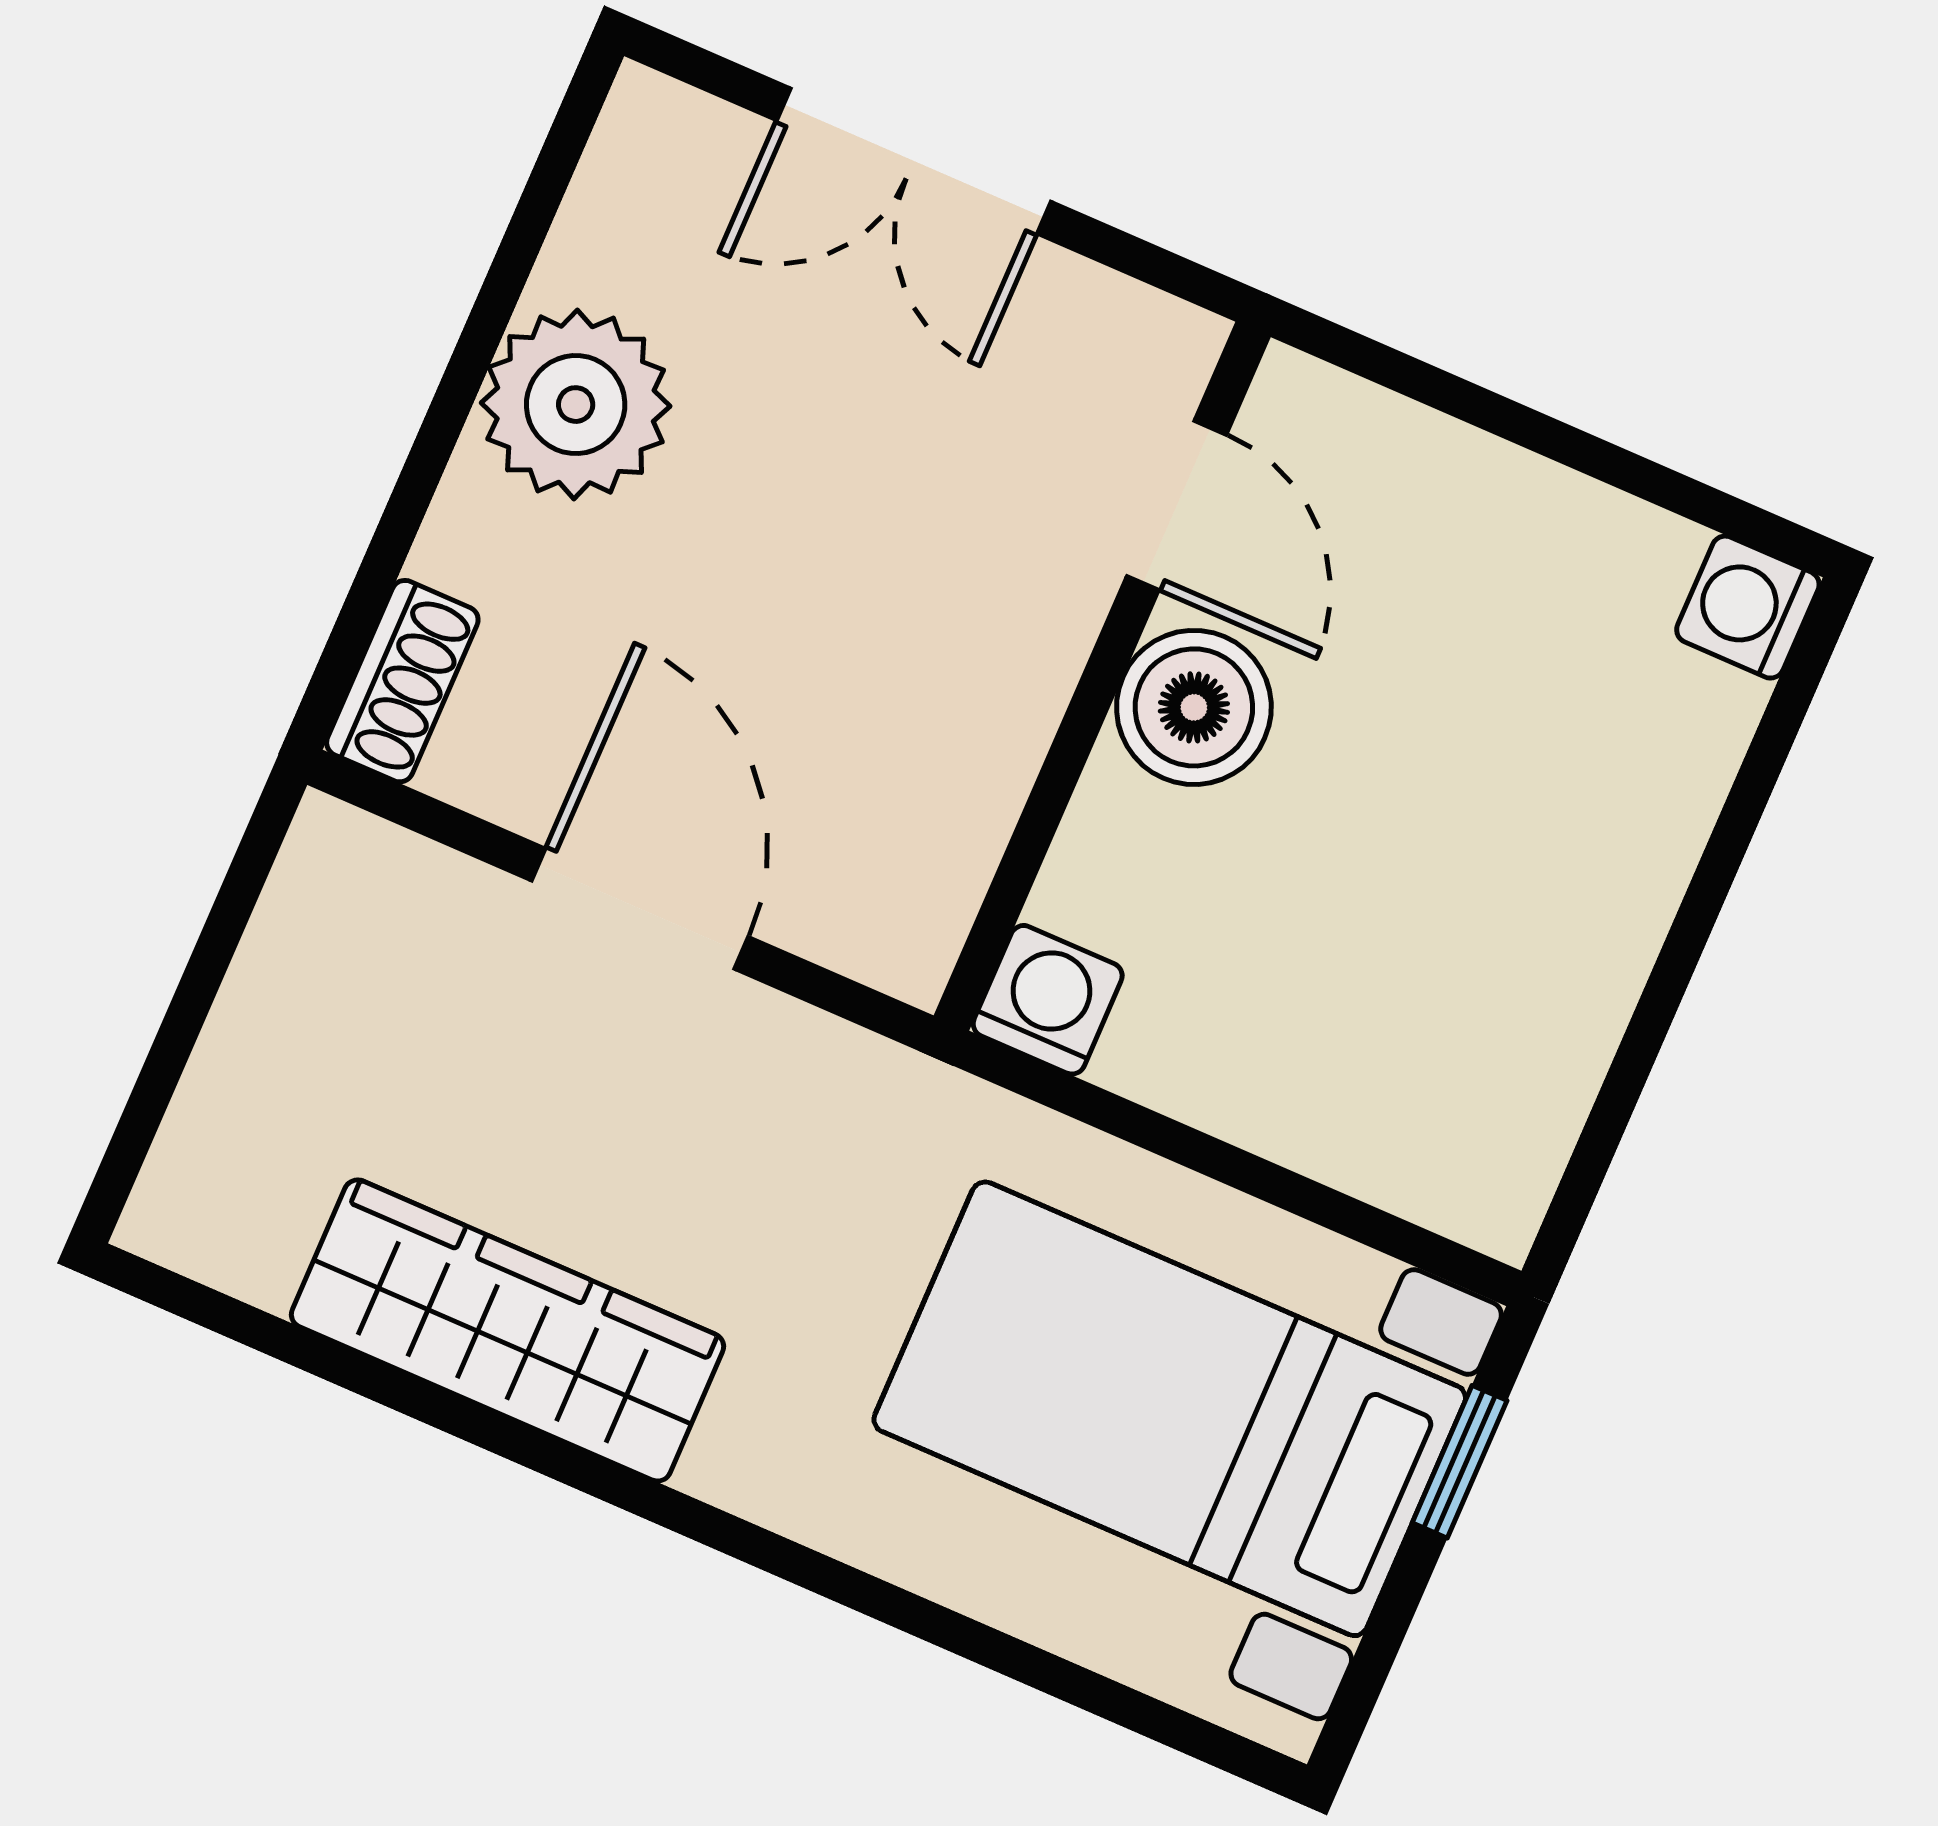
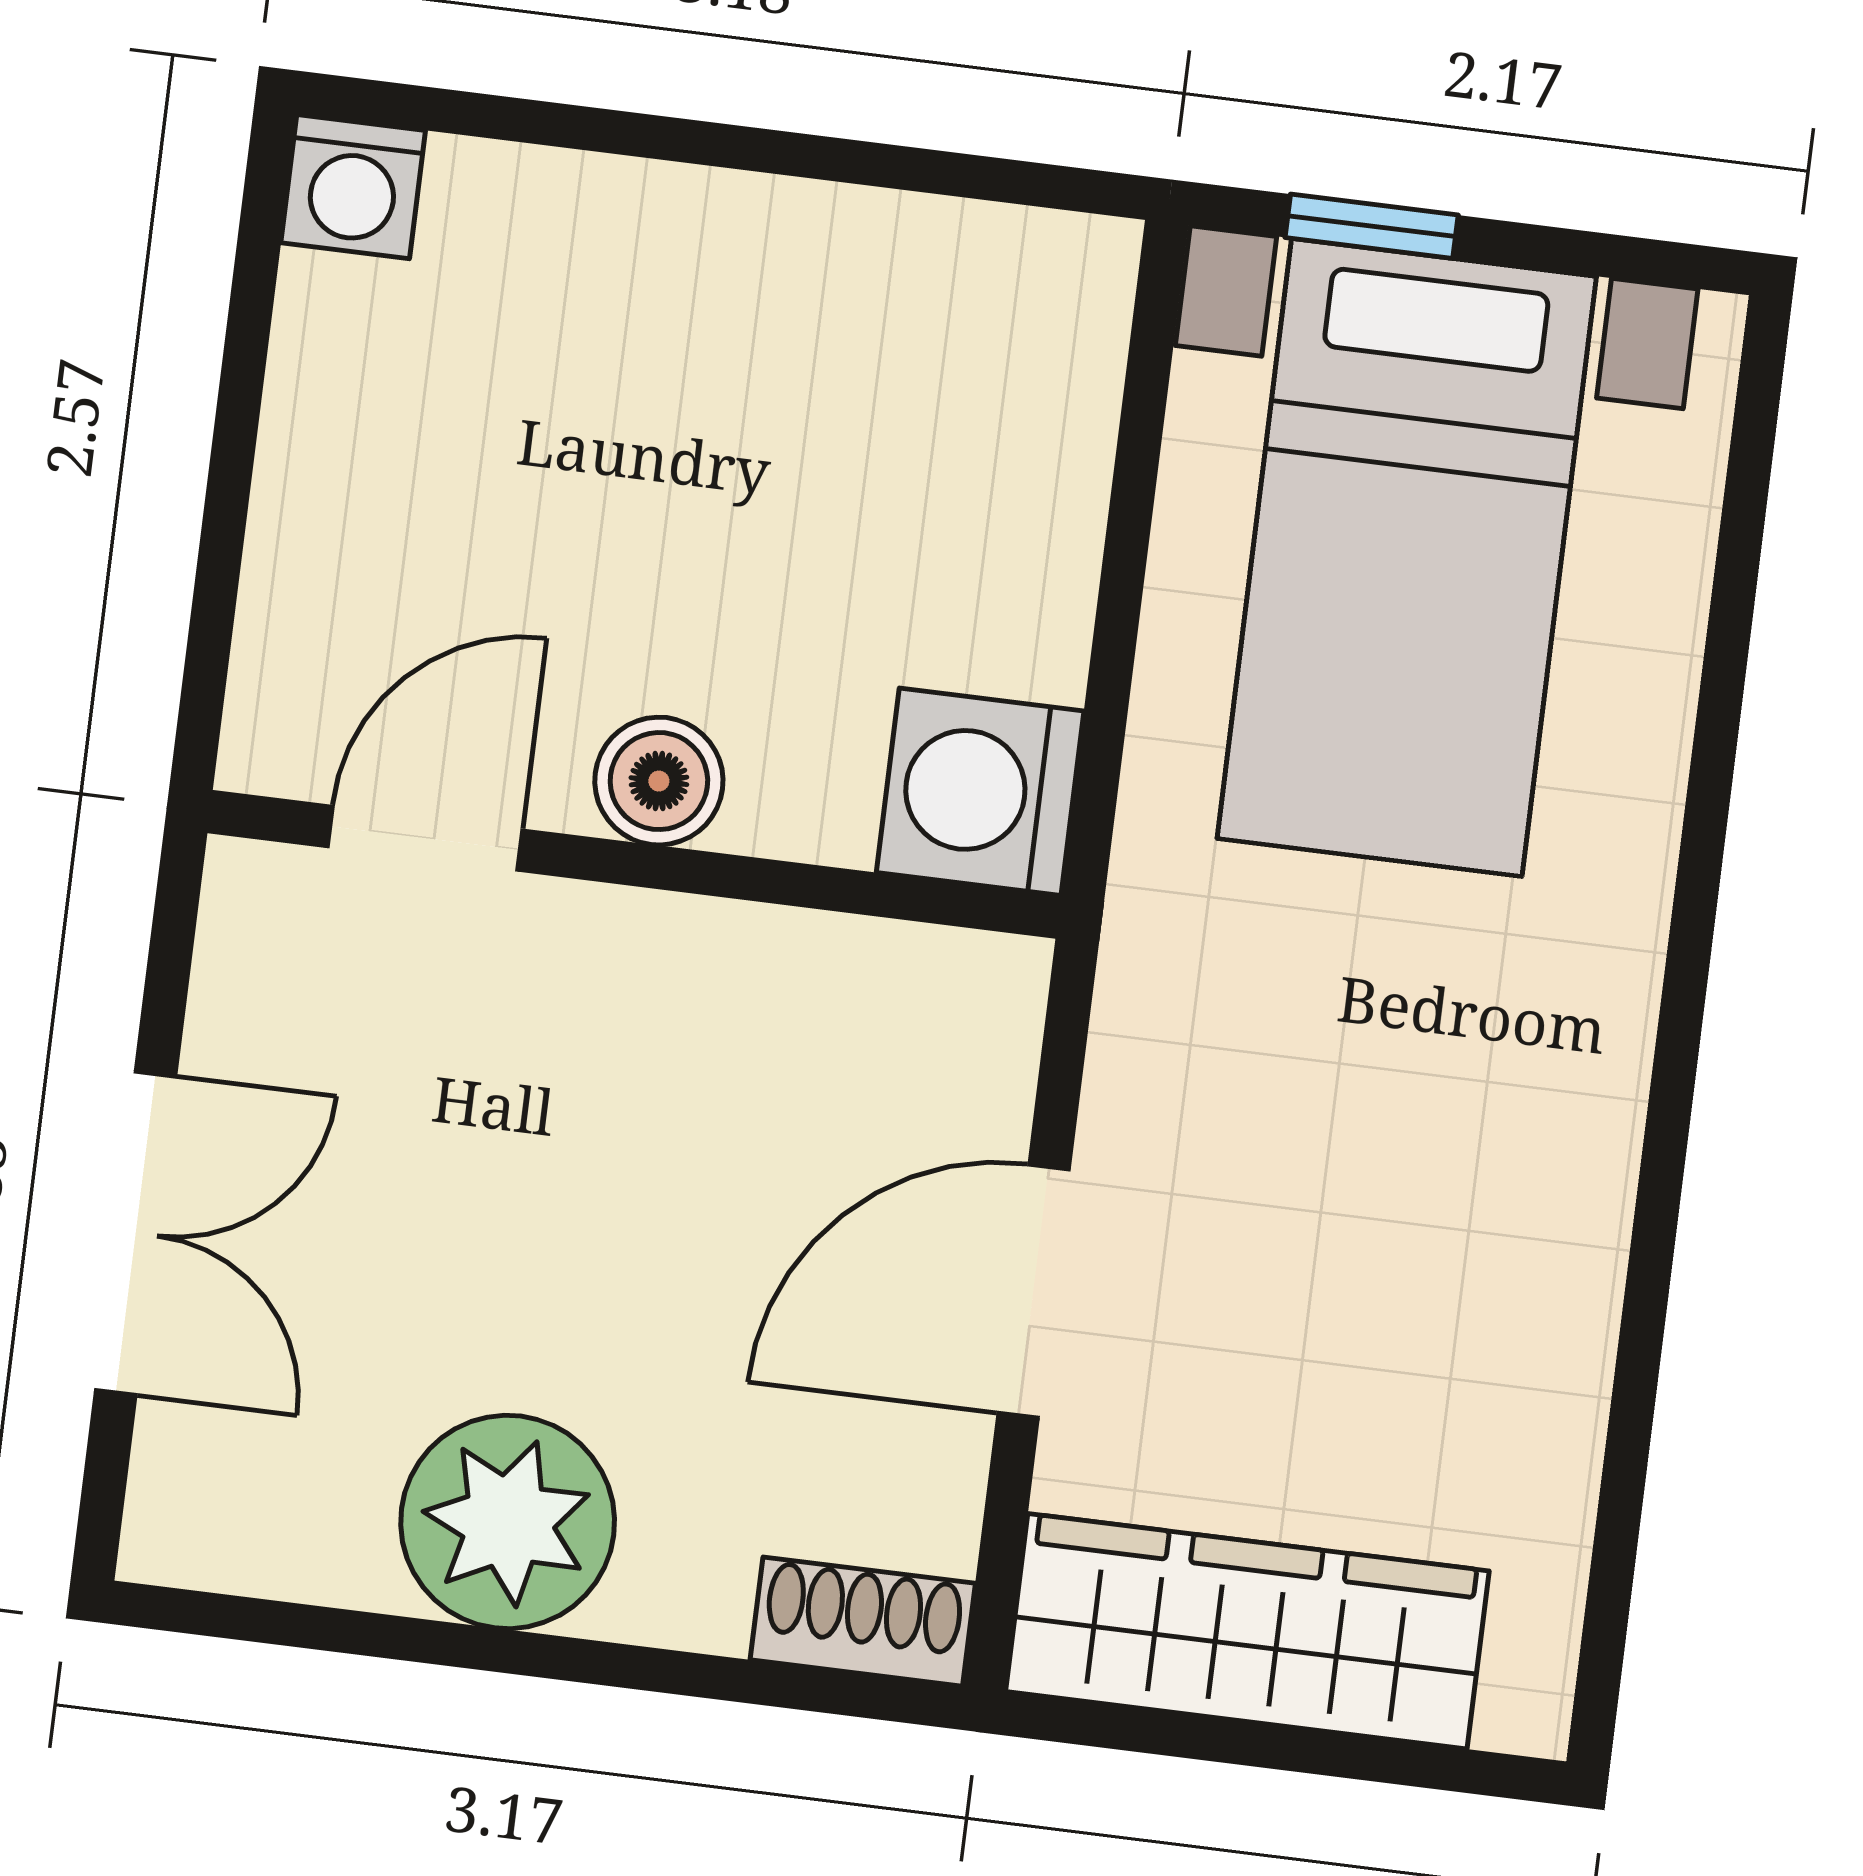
boiler: (1194, 707) -> (659, 781), width x0.73, depth x0.73
washing machine: (1048, 1000) -> (980, 792), width x1.38, depth x1.38
wardrobe: (508, 1330) -> (1247, 1631), moved, turned 90

